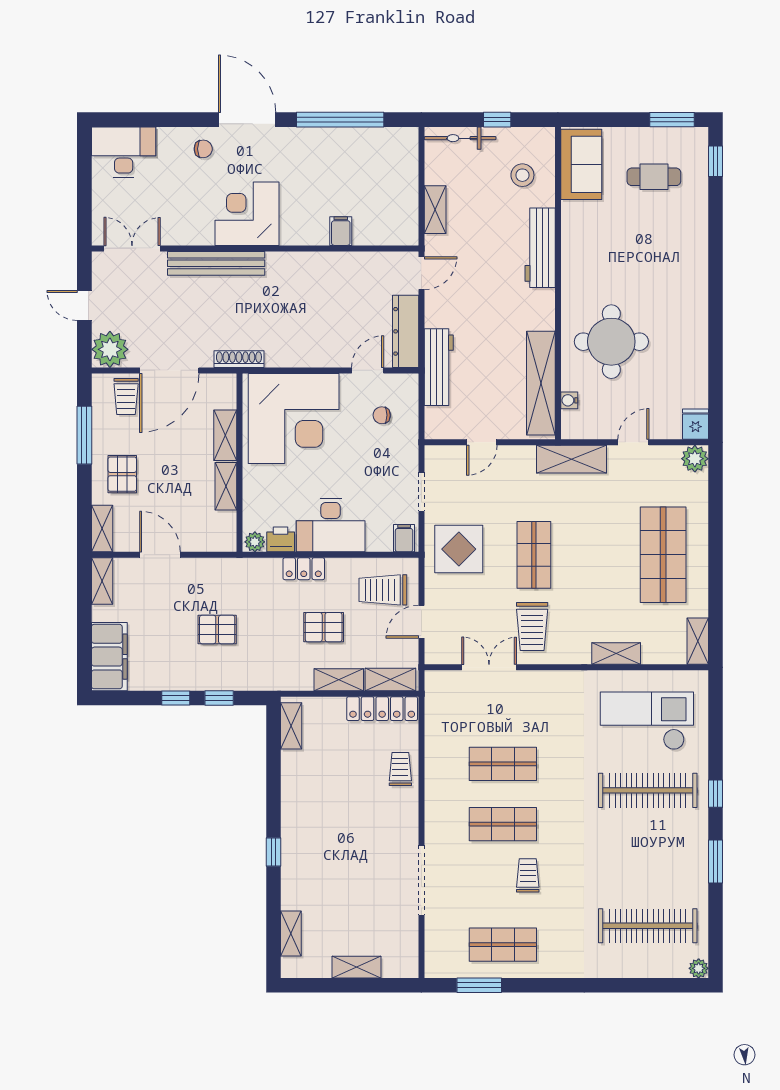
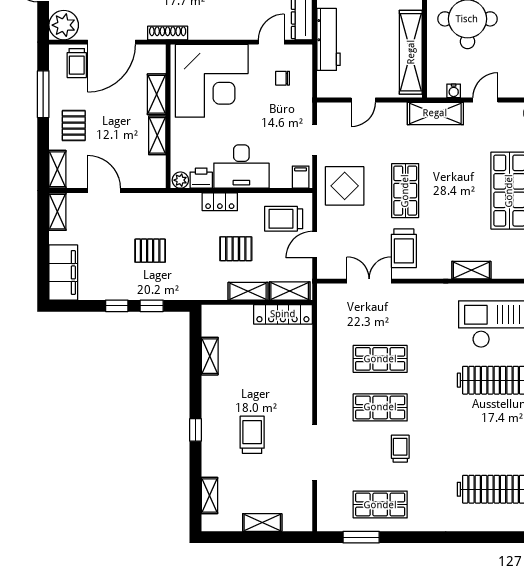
water cooler: (569, 400) -> (454, 91), moved, turned -90
shelving: (291, 726) -> (210, 356), moved
trolley: (400, 769) -> (252, 435), moved, width x1.36, depth x1.39

